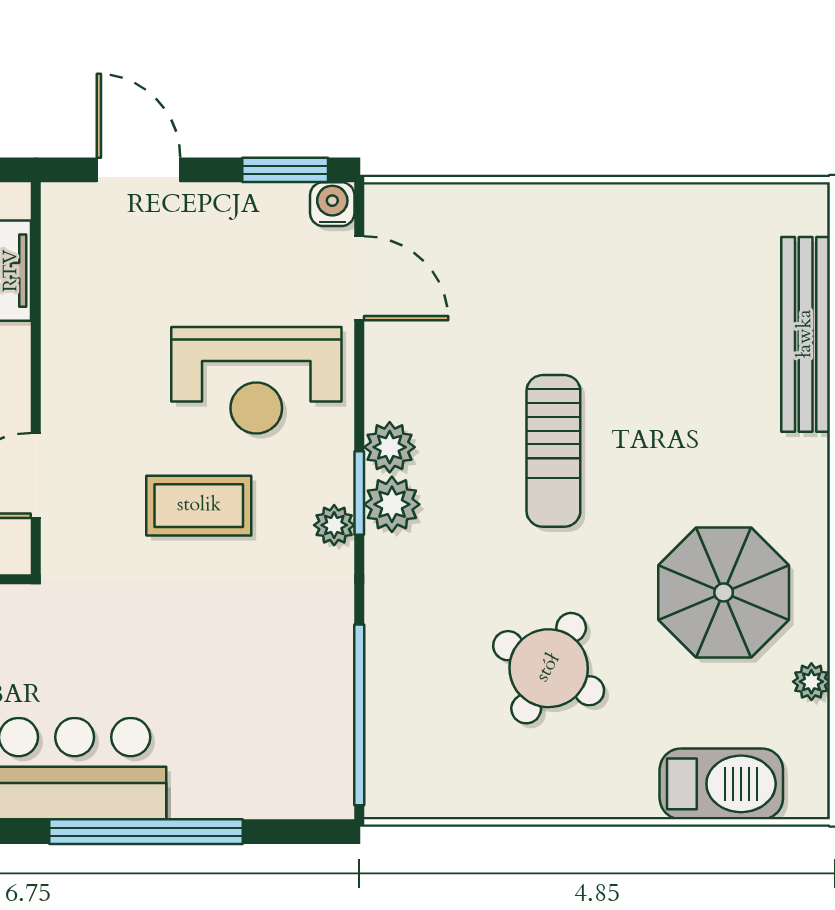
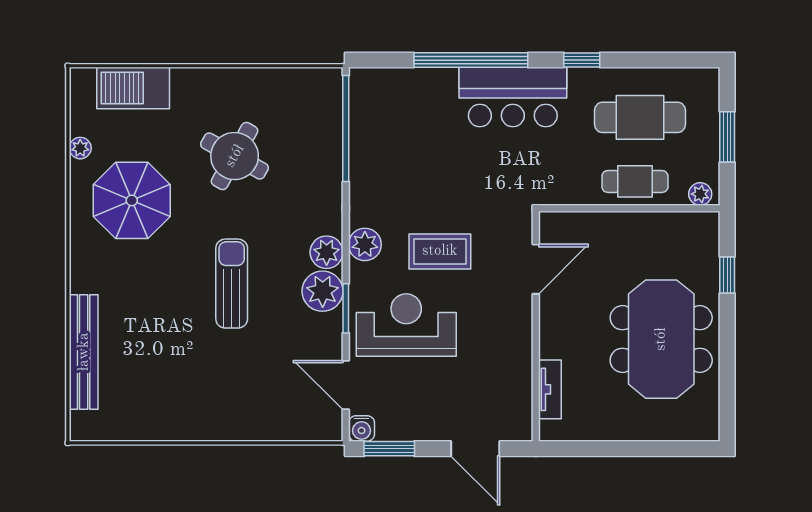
plant: (390, 447) -> (323, 291), width x1.36, depth x1.36
window: (359, 493) -> (346, 308), moved
plant: (334, 525) -> (365, 244), width x1.38, depth x1.38

